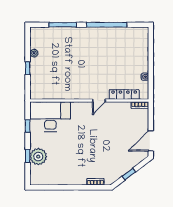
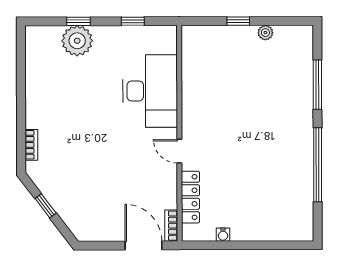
desk: (50, 117) -> (150, 91), moved
door: (151, 141) -> (143, 246), moved

